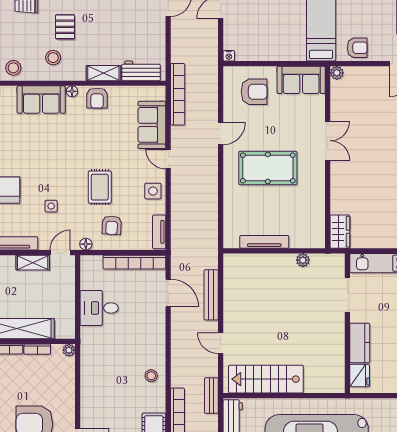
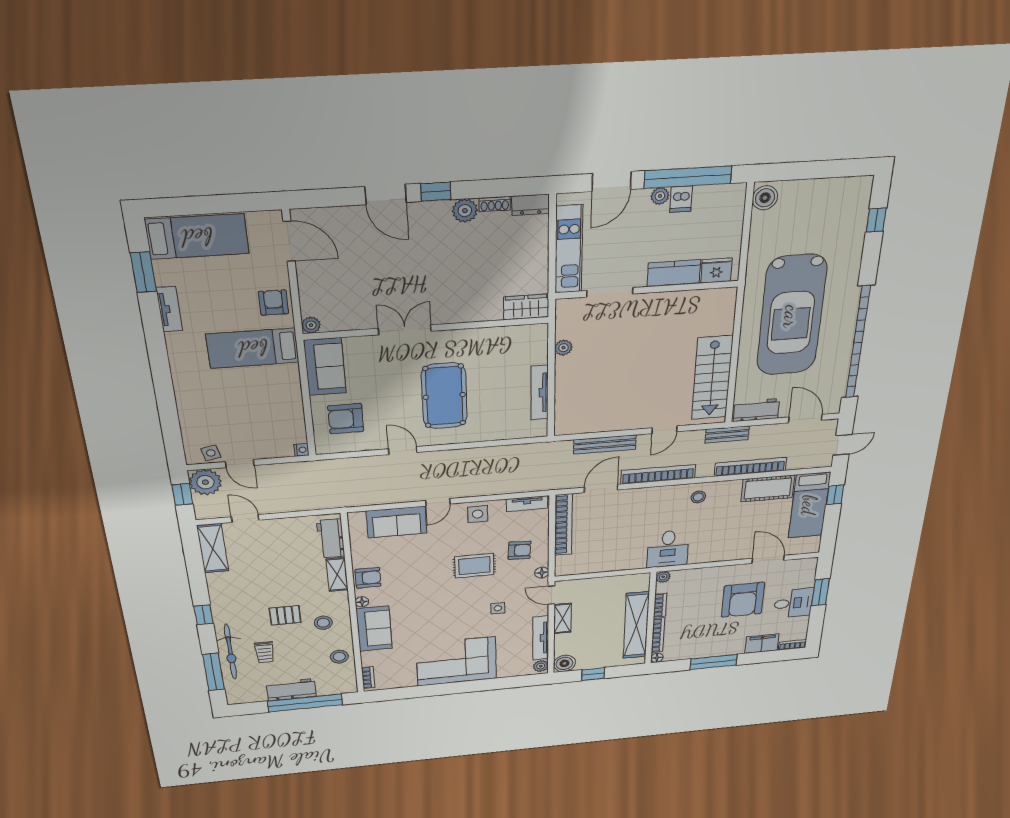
armchair: (254, 92) -> (346, 419), turned -90
bookcase: (178, 94) -> (658, 474), moved
desk: (99, 308) -> (668, 549), moved

